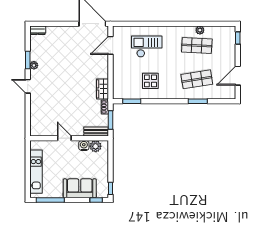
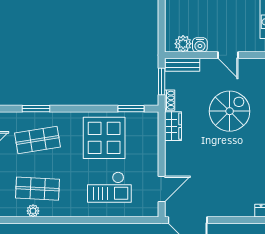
display table: (150, 81) -> (104, 138), width x1.86, depth x1.86
spiral stairs: (63, 99) -> (230, 111), added

